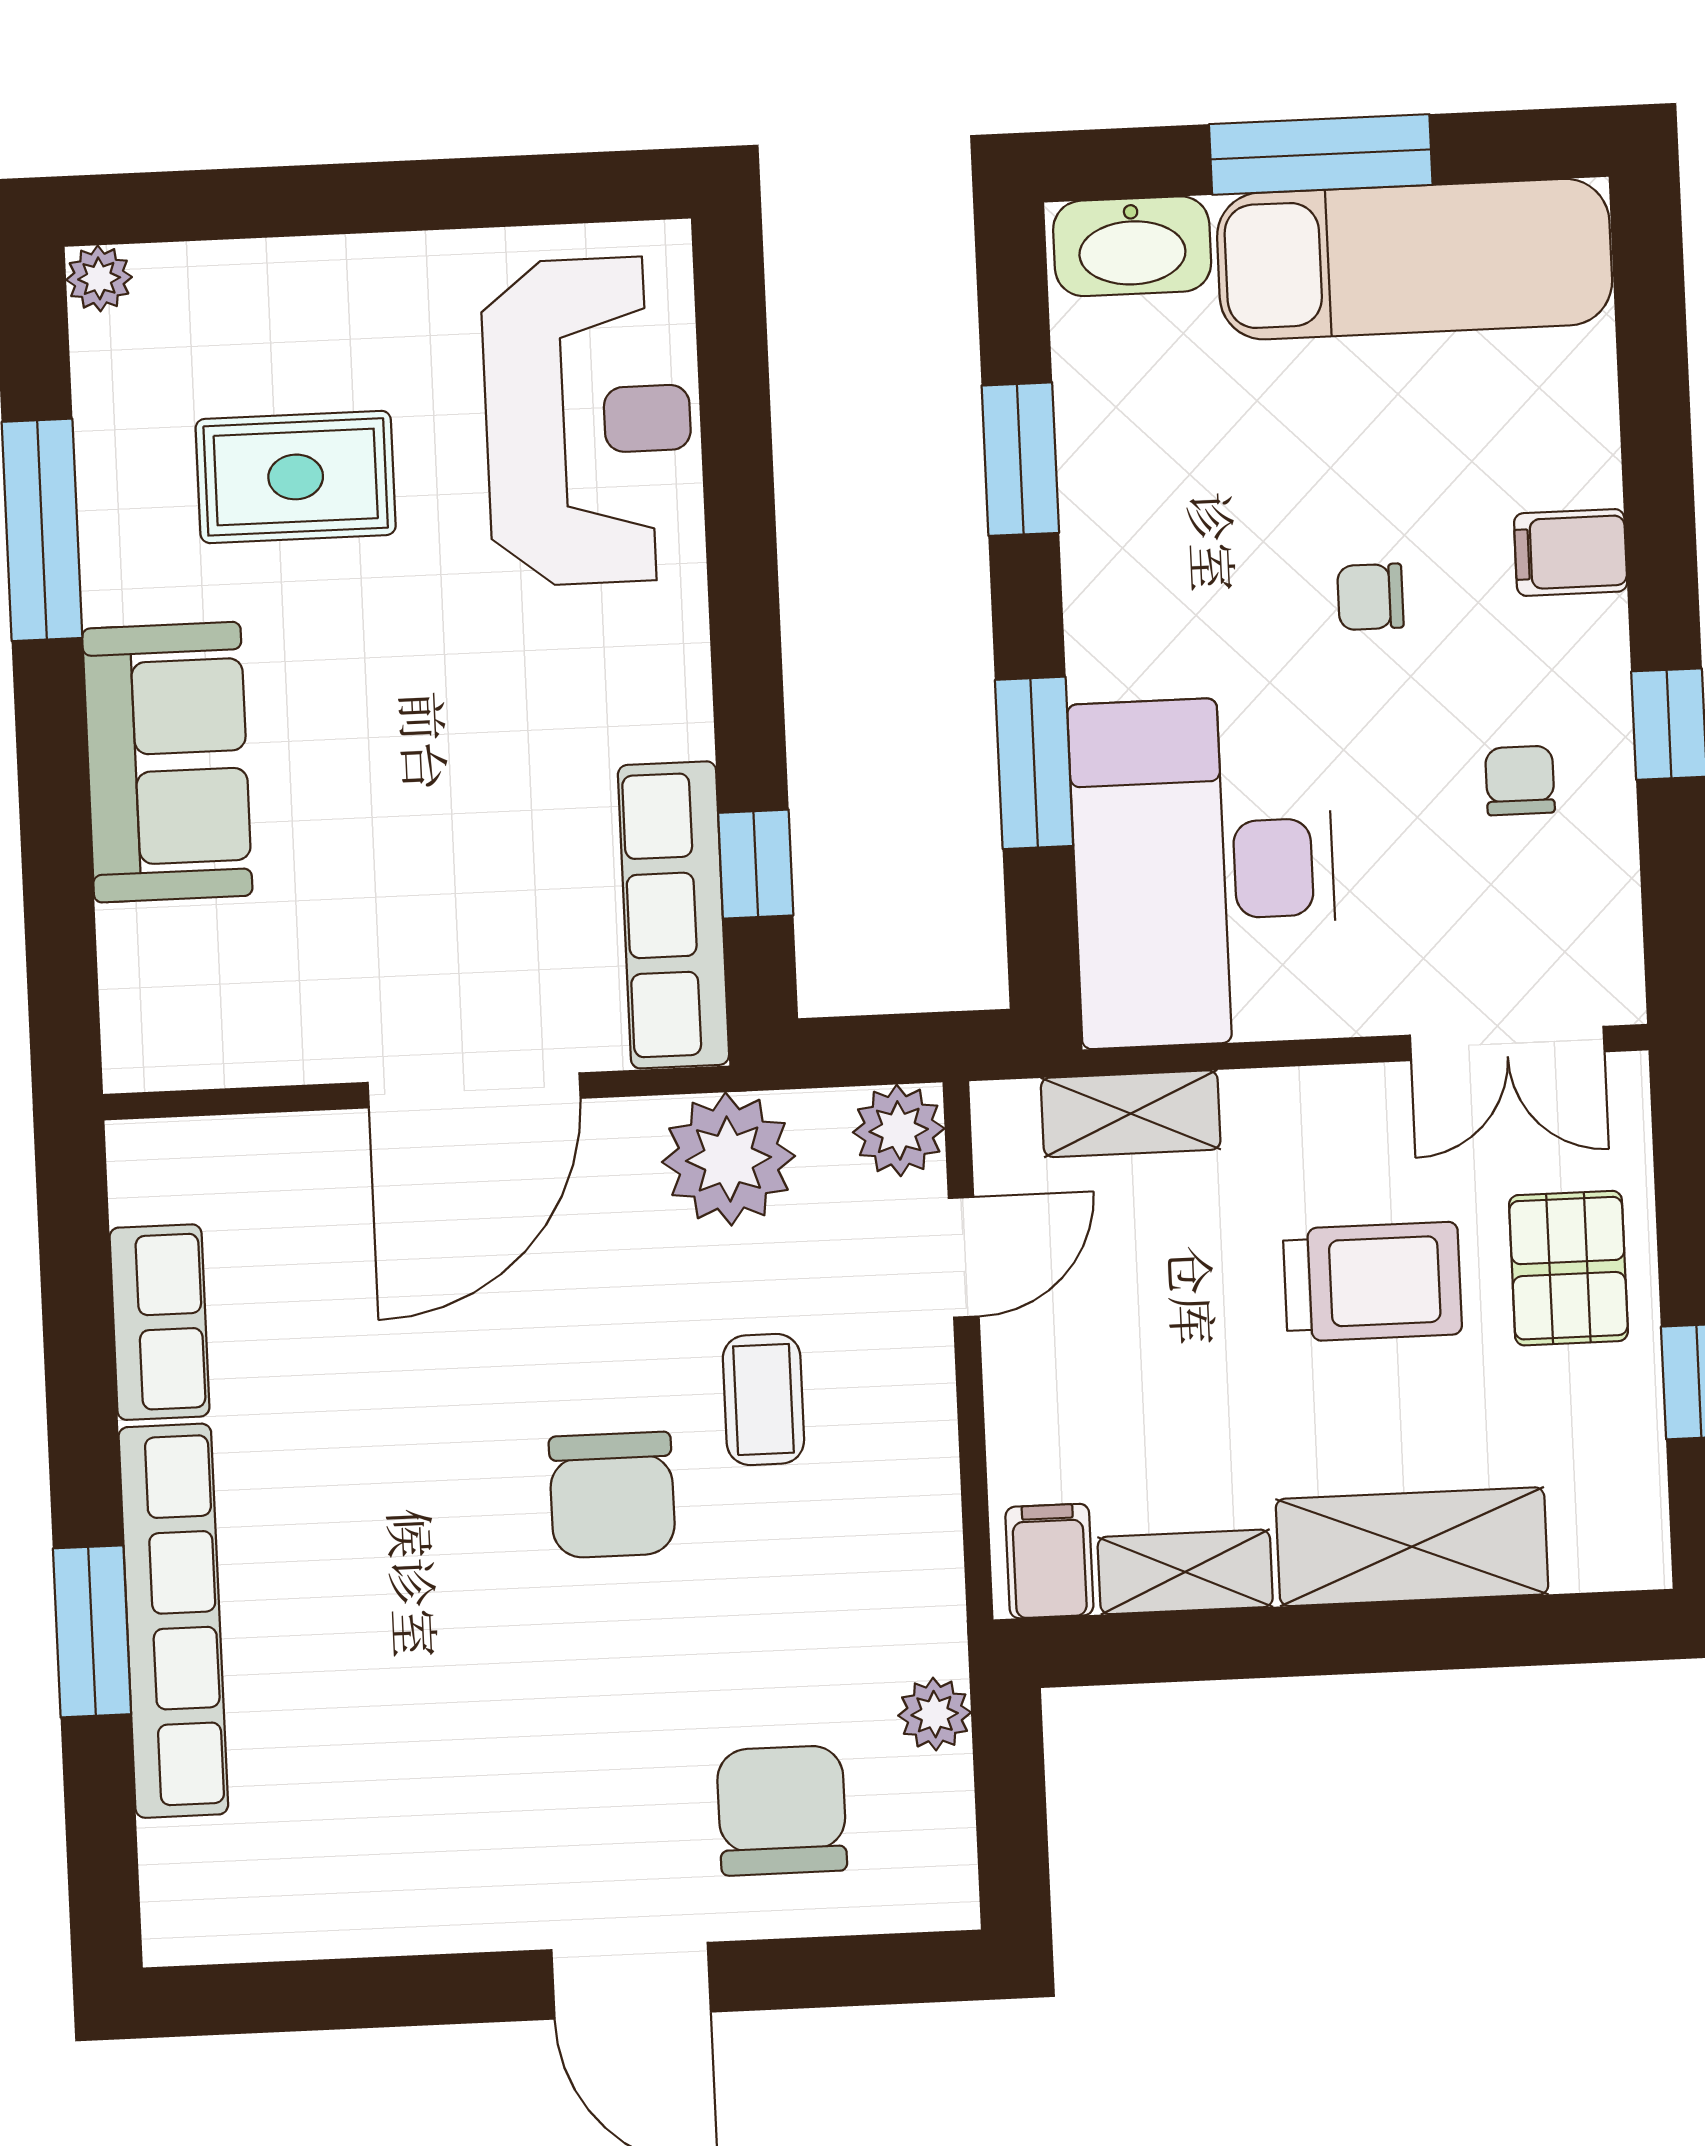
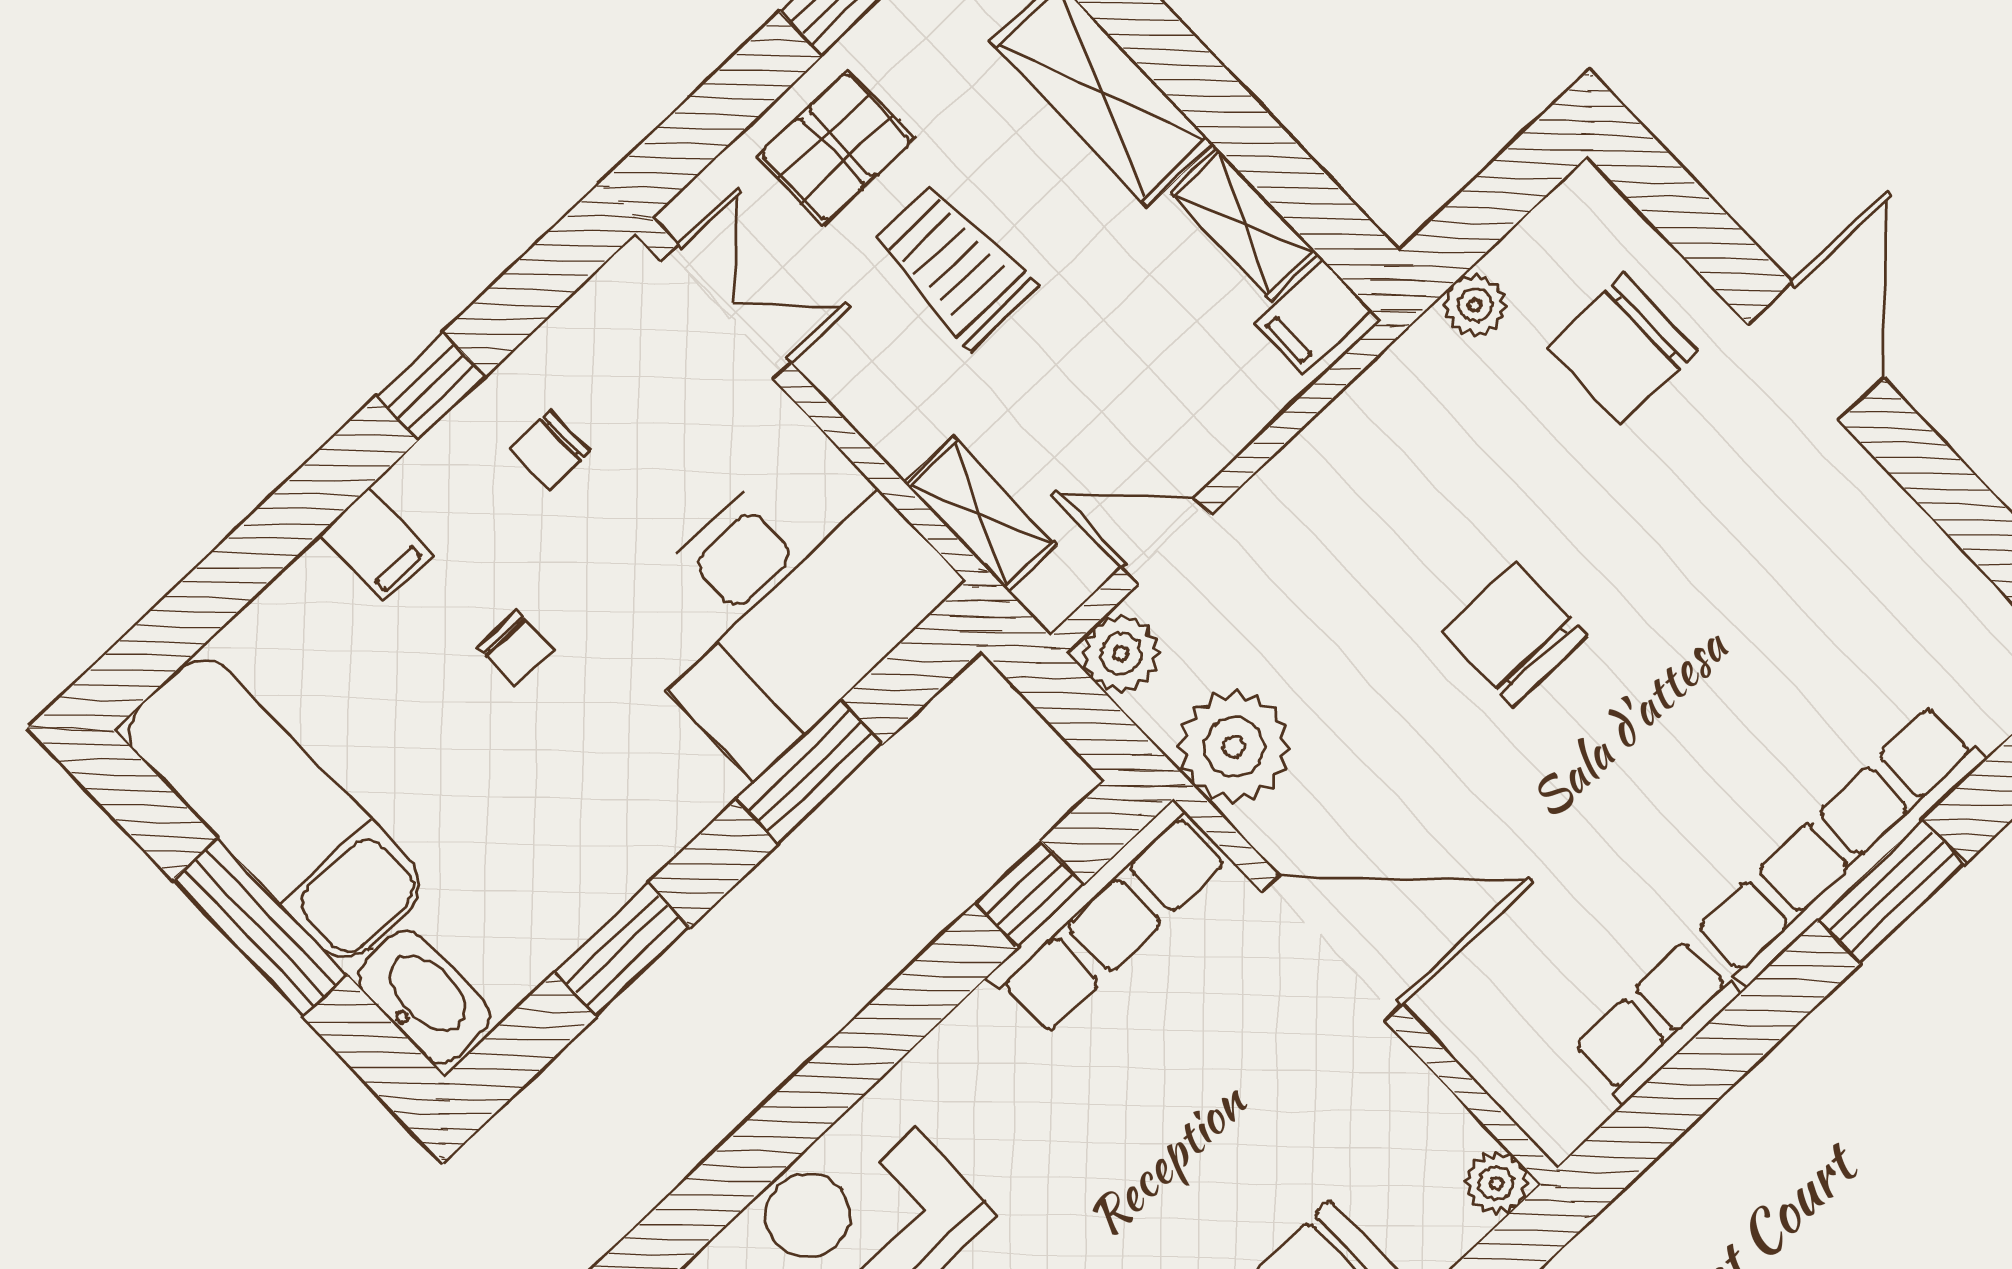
plant: (138, 1055) -> (1496, 1183), added
coffee table: (763, 1399) -> (1369, 590), removed
chair: (612, 1495) -> (1514, 634), turned -90

